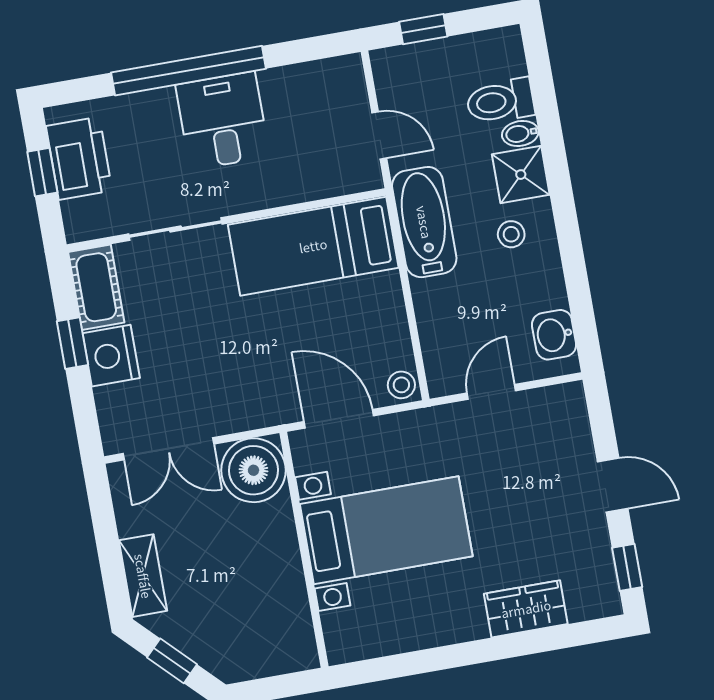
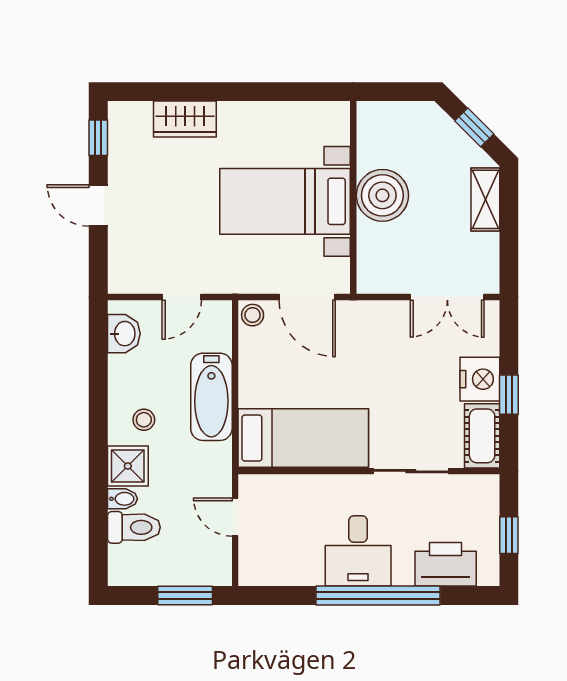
window: (423, 29) -> (185, 596), width x1.50
printer: (79, 158) -> (446, 564), moved, turned 90
bathtub: (424, 222) -> (211, 397), moved
double door: (168, 449) -> (447, 297), swing flipped
boiler: (254, 470) -> (382, 195), moved

